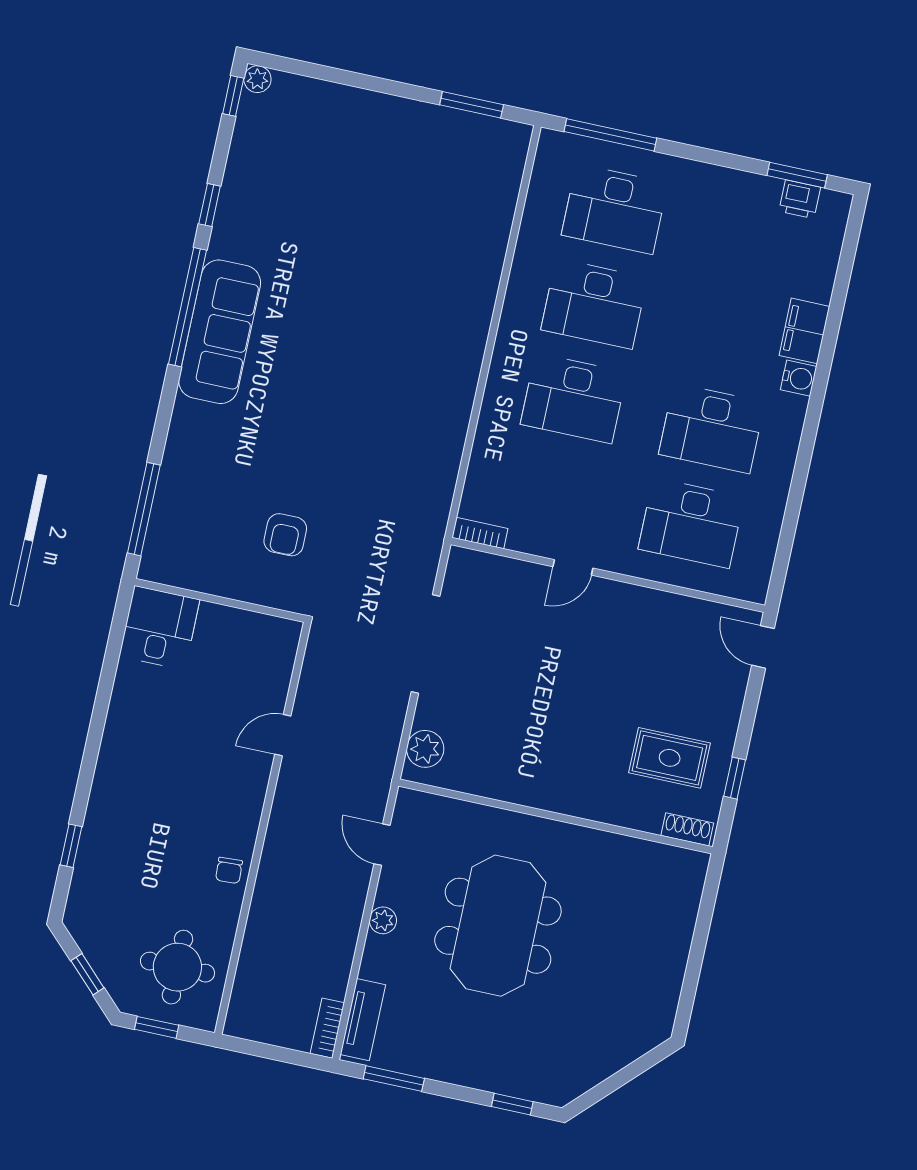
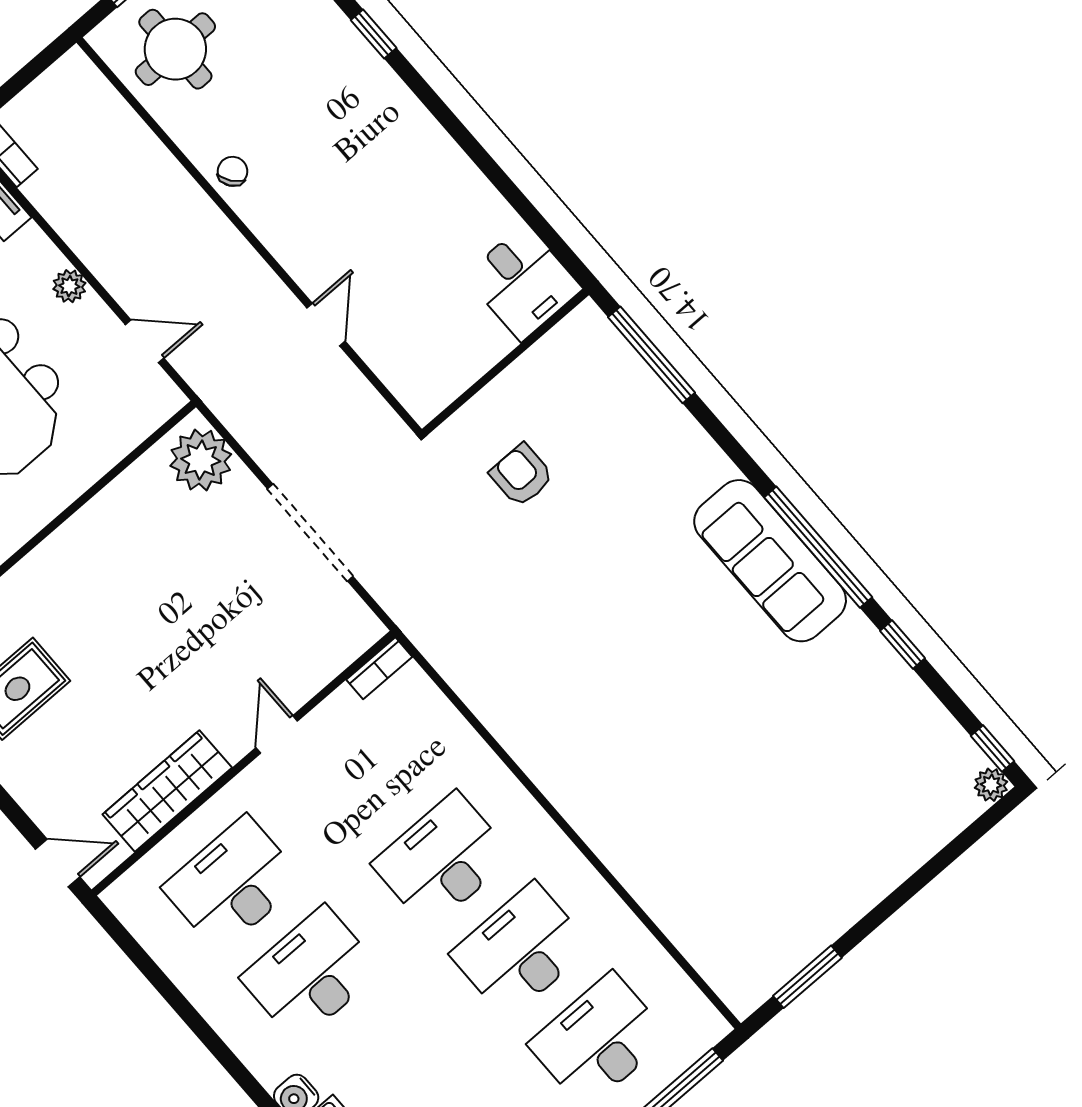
wardrobe: (663, 611) -> (167, 791), added
plant: (425, 749) -> (201, 460), width x1.36, depth x1.36
chair: (229, 870) -> (232, 171), turned 56

